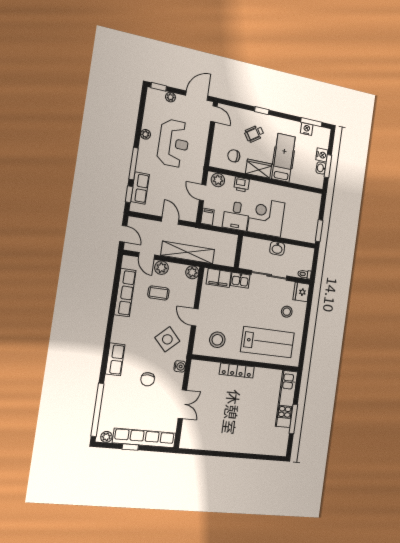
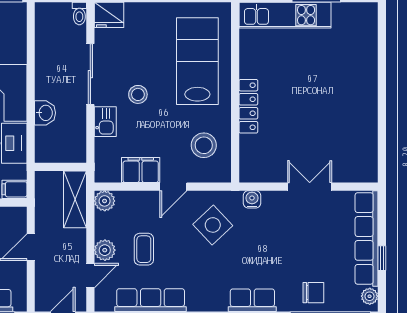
washbasin: (277, 248) -> (45, 113), moved
shelving: (188, 252) -> (75, 199), width x0.68
wall: (238, 252) -> (61, 167), moved
filing cabinet: (219, 278) -> (141, 170), moved, turned -90
stool: (287, 312) -> (138, 94), moved
chair: (148, 379) -> (313, 293), moved

